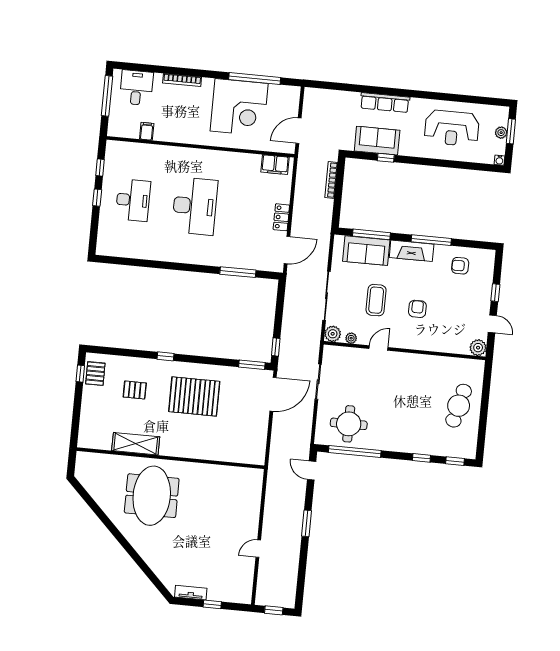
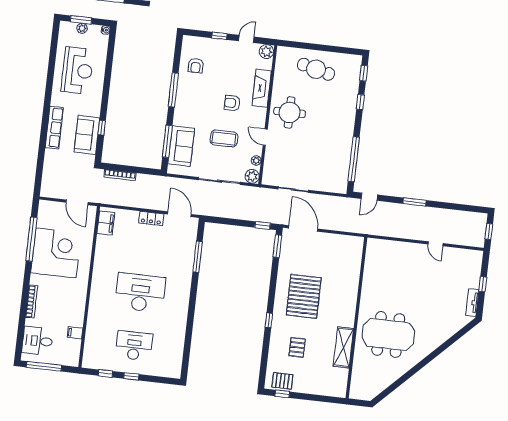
fireplace: (412, 251) -> (262, 88), moved, turned 180
round table: (349, 424) -> (290, 112), moved

